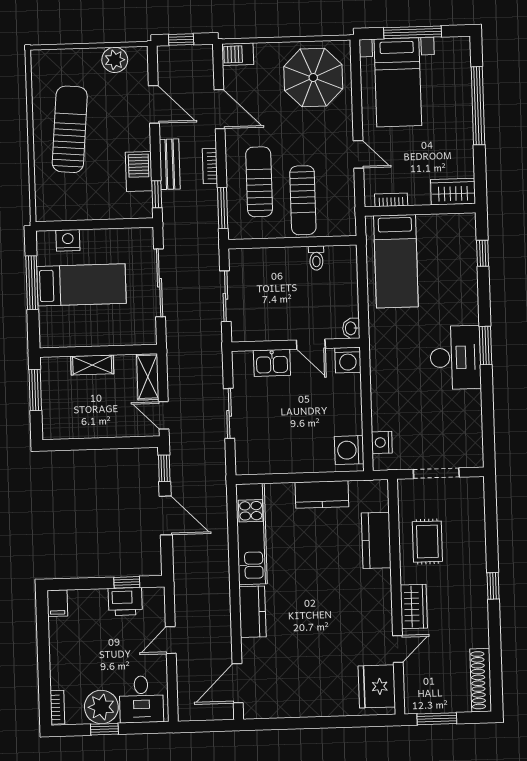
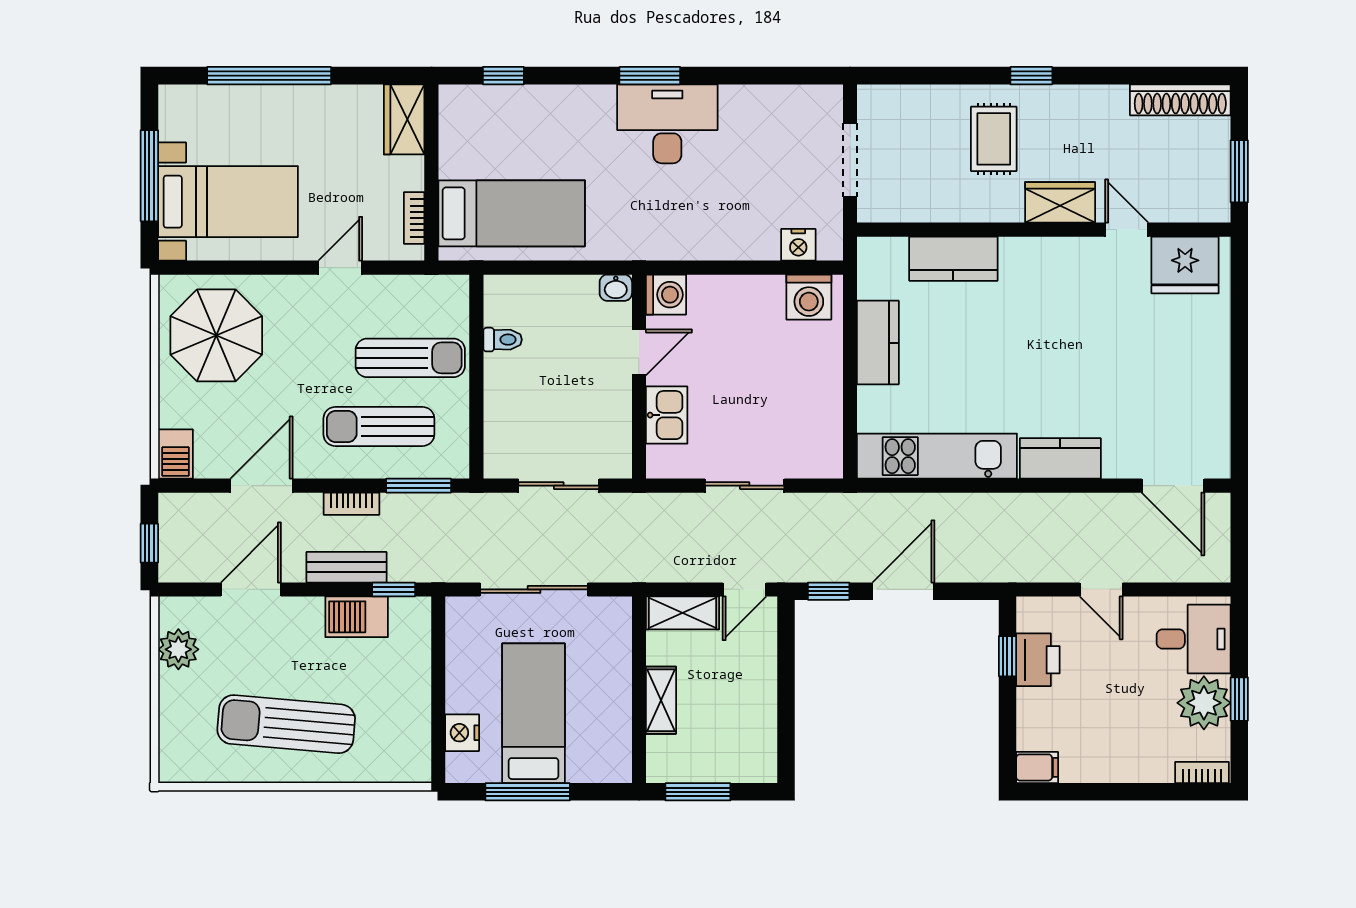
rug: (427, 542) -> (994, 139), moved, turned 90

